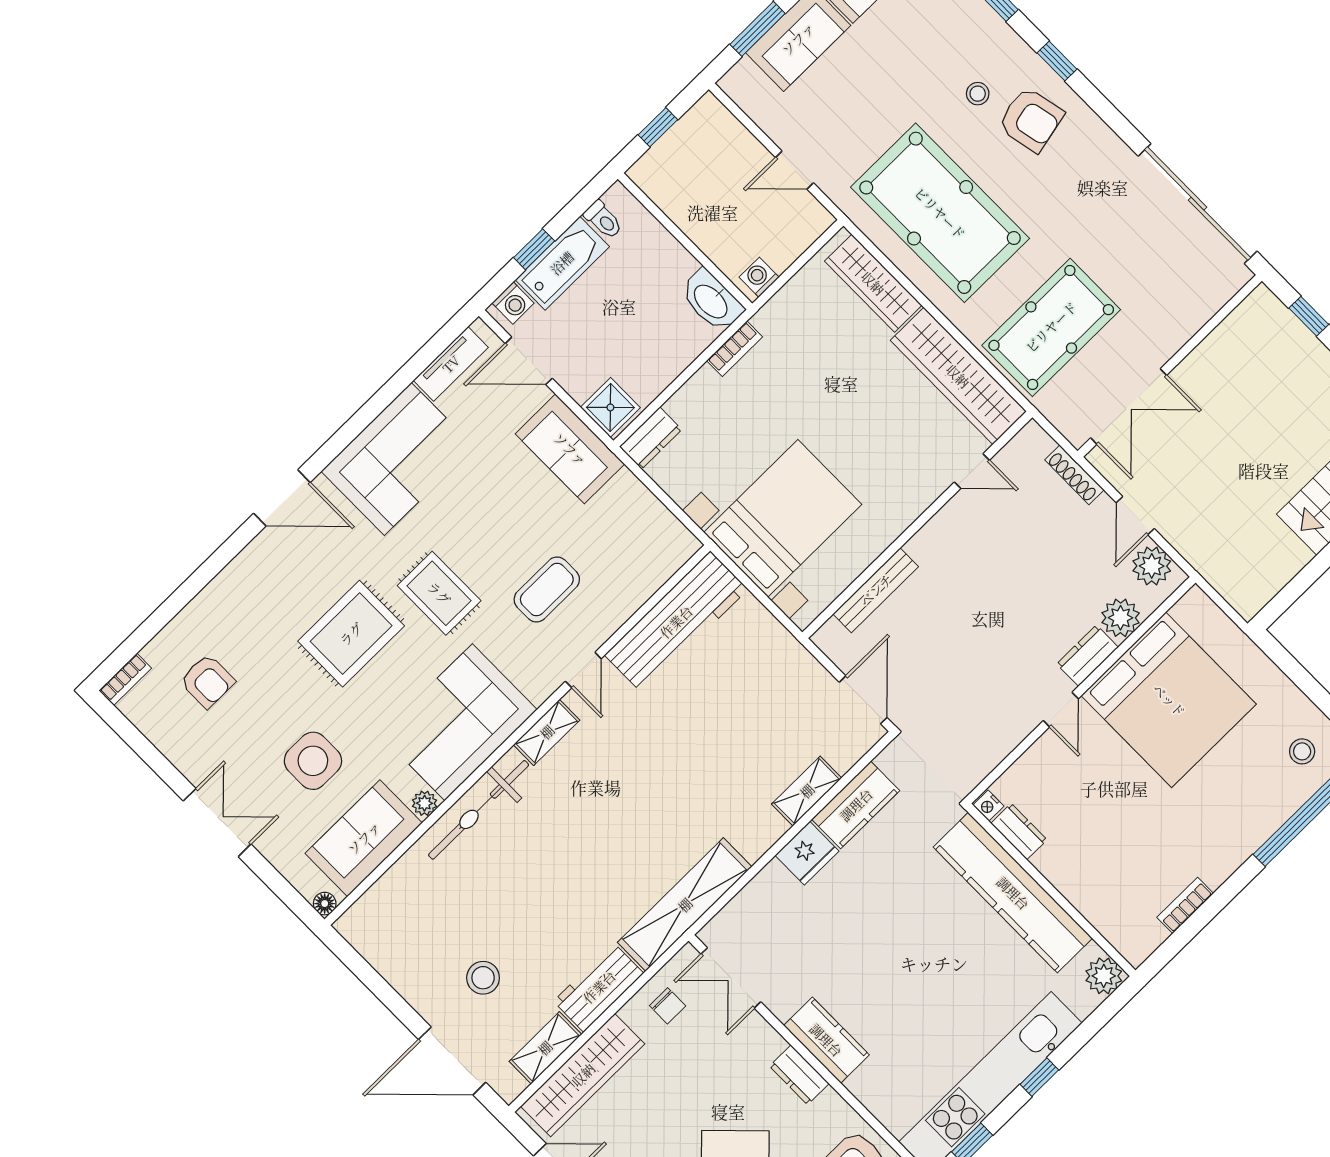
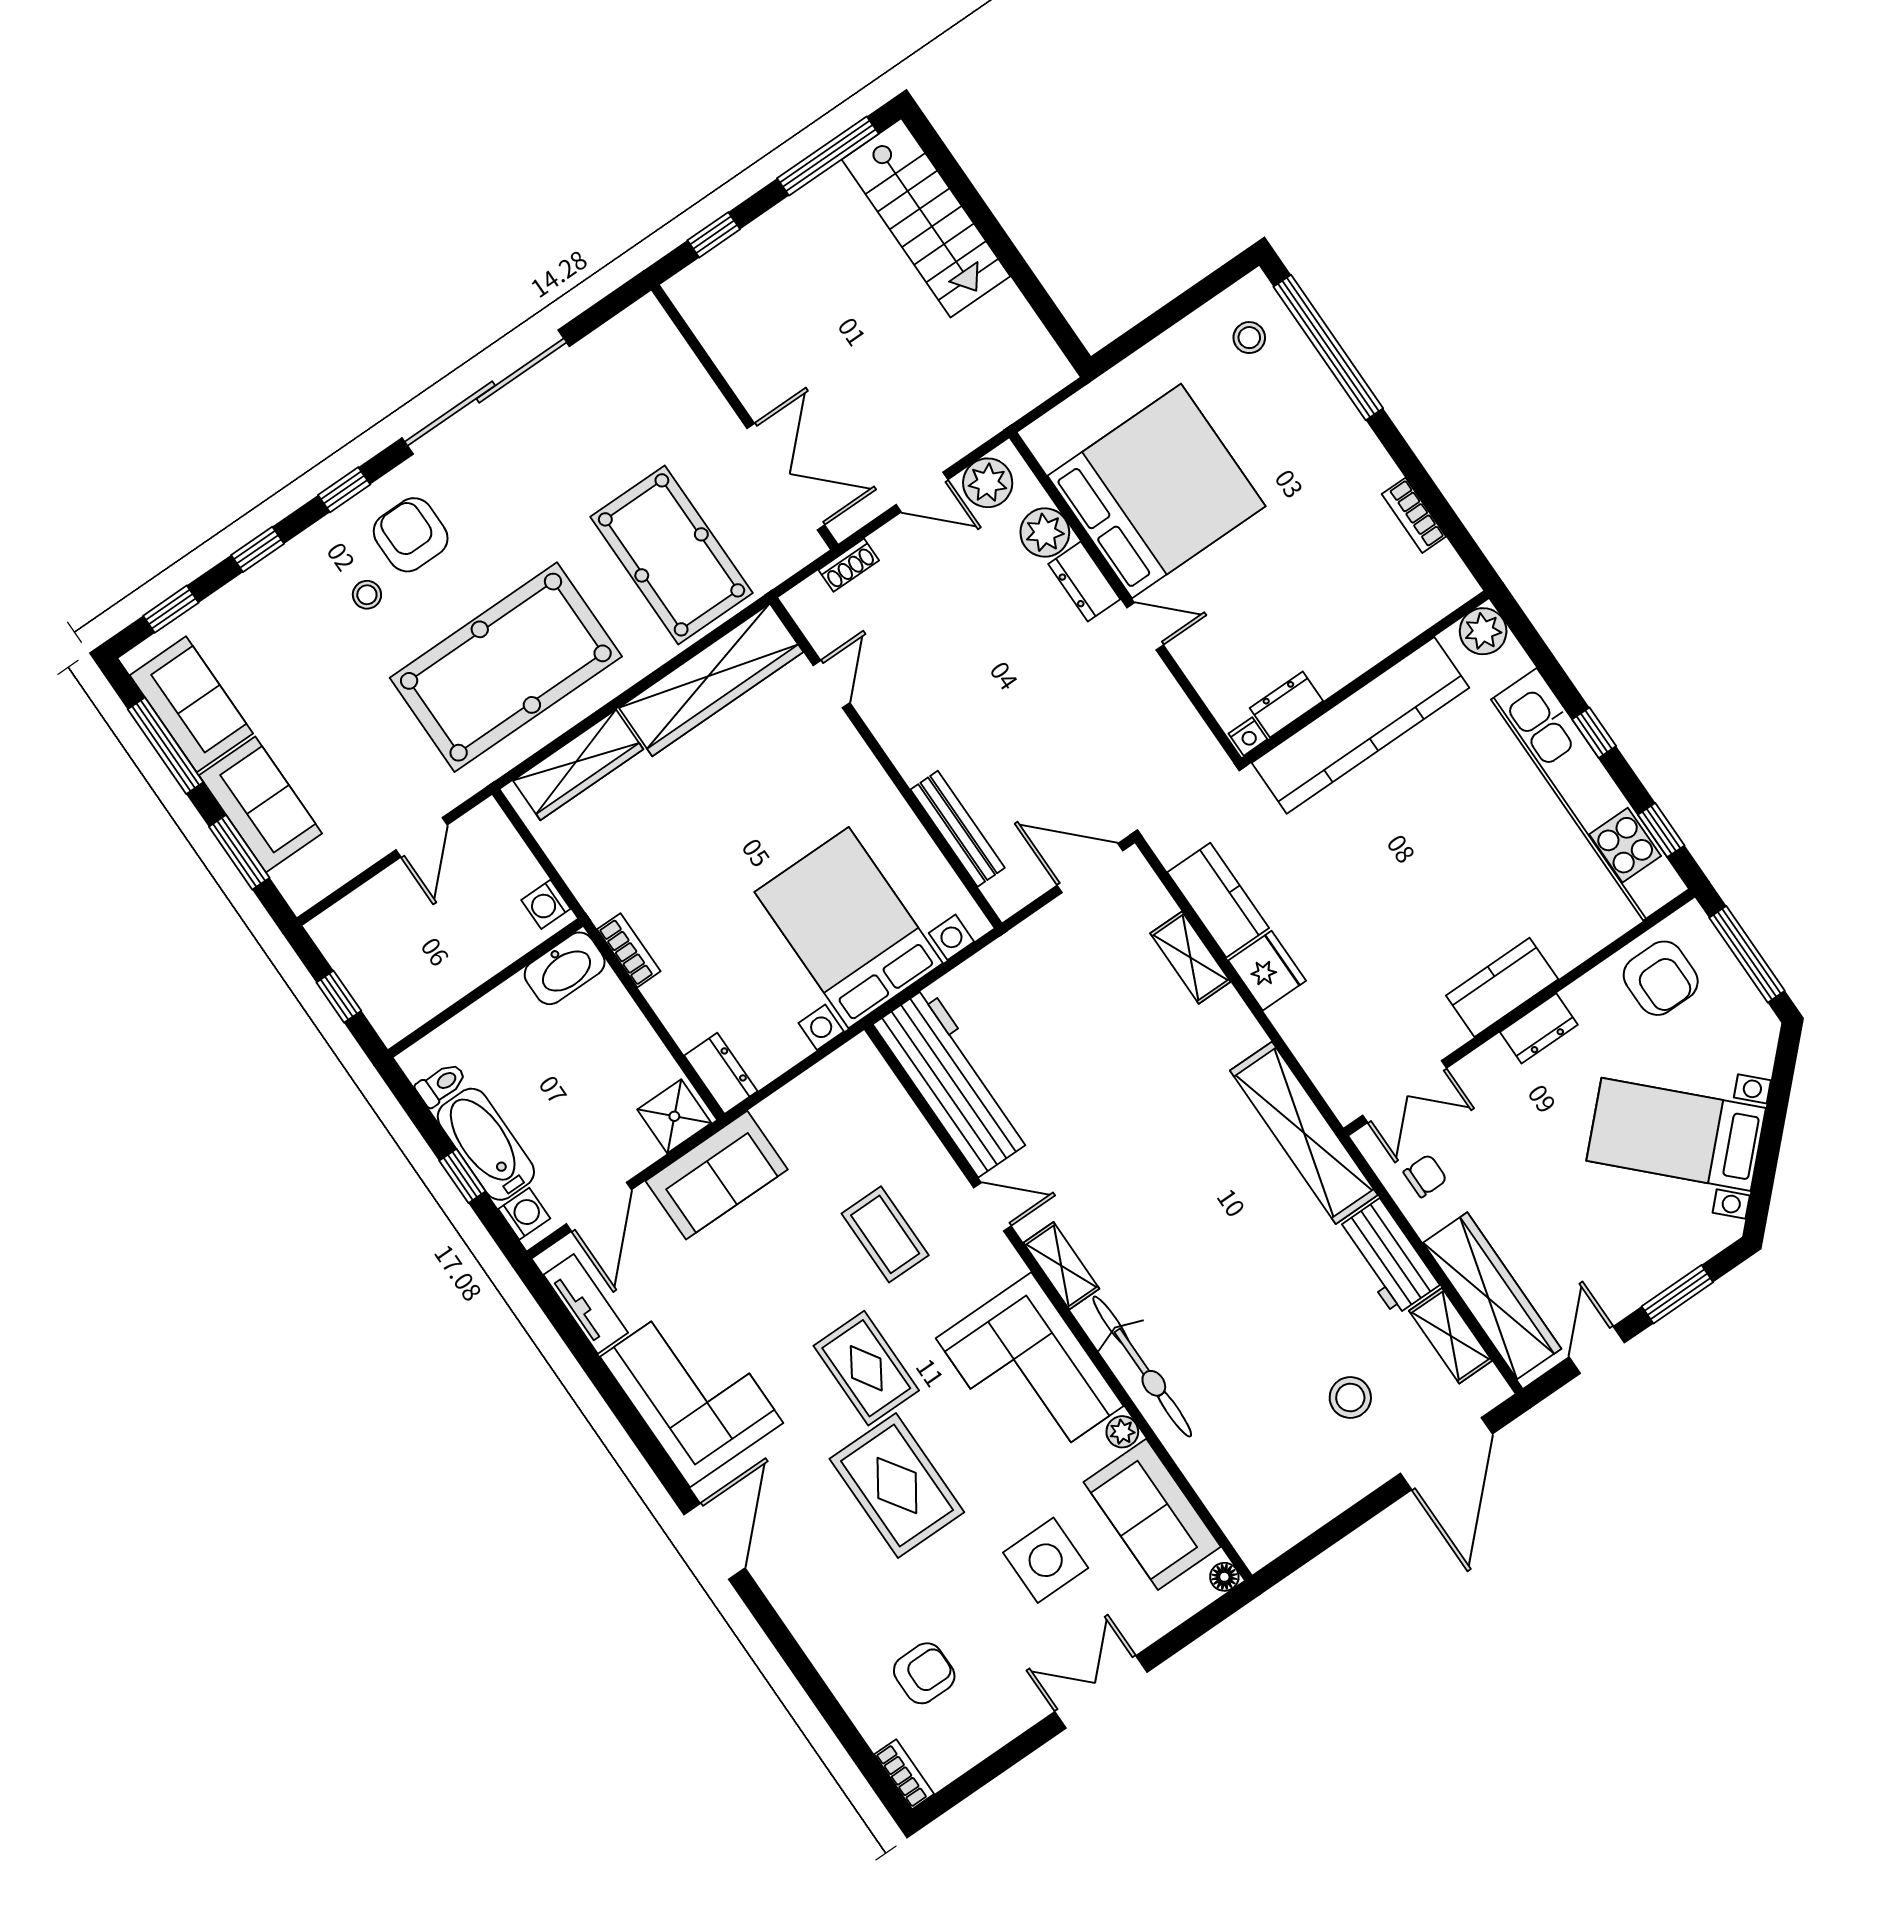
armchair: (1031, 120) -> (411, 535), turned -78
sliding door: (1198, 204) -> (486, 392), moved
shoe rack: (1074, 475) -> (849, 565), width x0.70
rug: (439, 593) -> (866, 1368), turned 90

